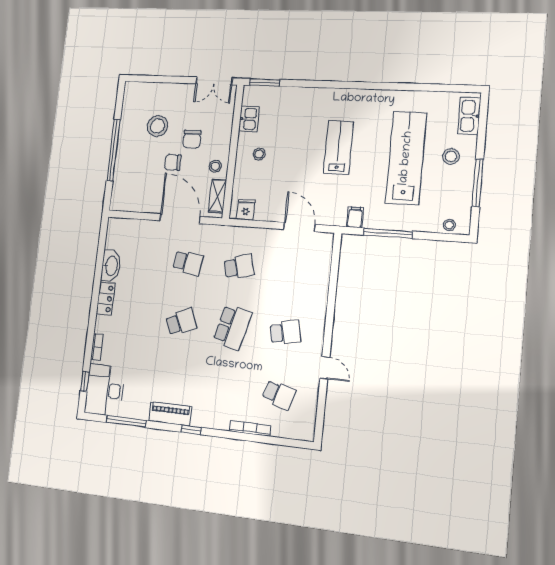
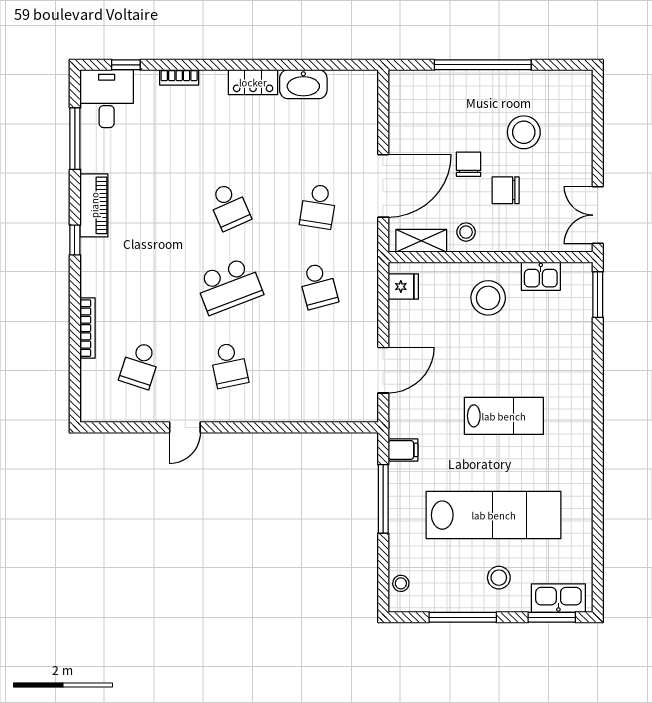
window: (483, 121) -> (552, 617), added
stool: (259, 154) -> (488, 298), width x1.89, depth x1.89
school desk: (233, 327) -> (229, 286), turned -36
desk: (105, 390) -> (107, 99), width x0.73

